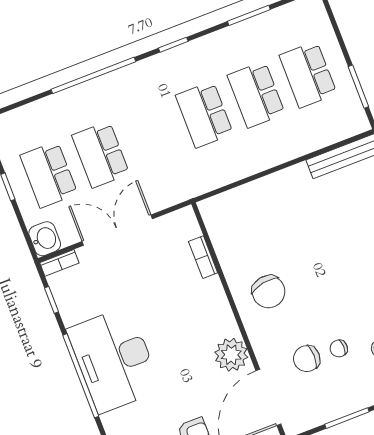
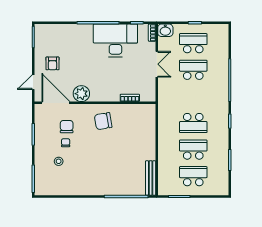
school desk: (204, 115) -> (193, 123), turned 180
double door: (117, 230) -> (157, 64), width x0.73
desk: (114, 360) -> (115, 40), moved

